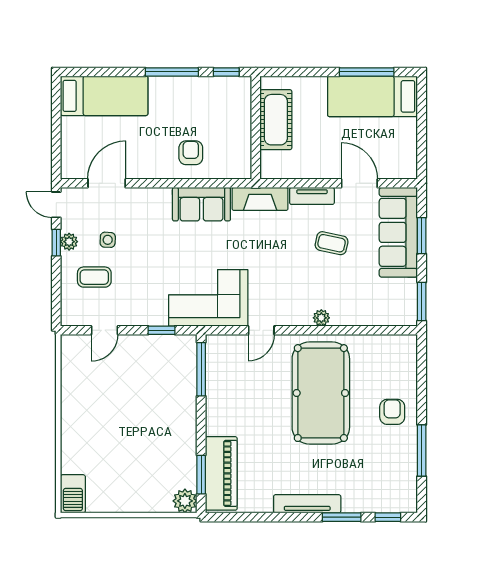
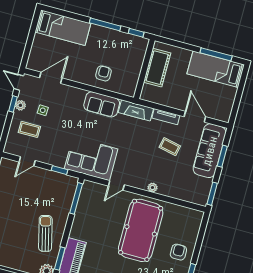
sun lounger: (166, 440) -> (45, 233), added

